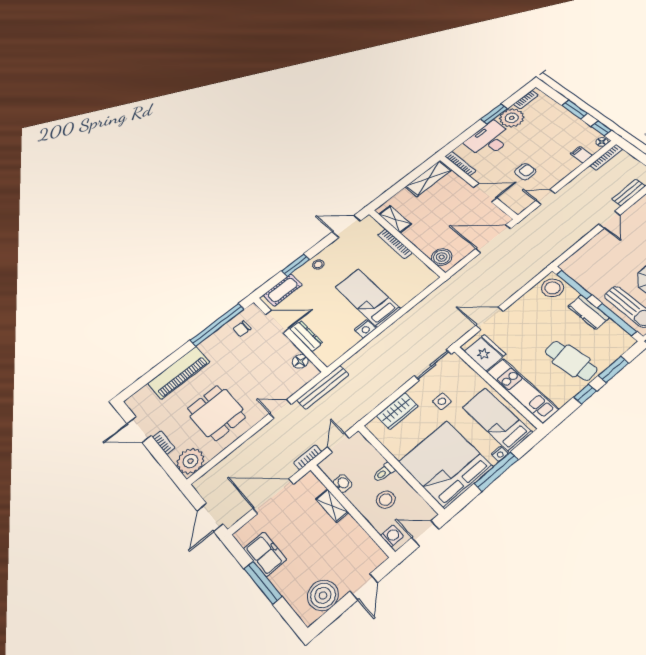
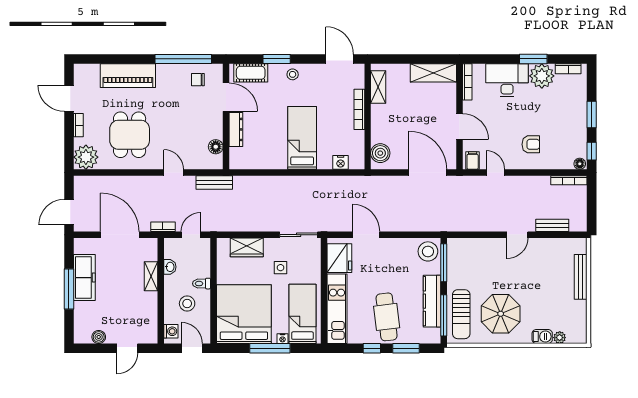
filing cabinet: (581, 155) -> (473, 161), moved
armchair: (525, 172) -> (531, 144), moved
kitchen counter: (588, 312) -> (432, 301), width x1.50
nightstand: (365, 329) -> (341, 162), moved
bench: (323, 387) -> (214, 183), width x0.73
freezer: (265, 554) -> (84, 278), width x1.40
boiler: (323, 595) -> (99, 337), width x0.54, depth x0.54

